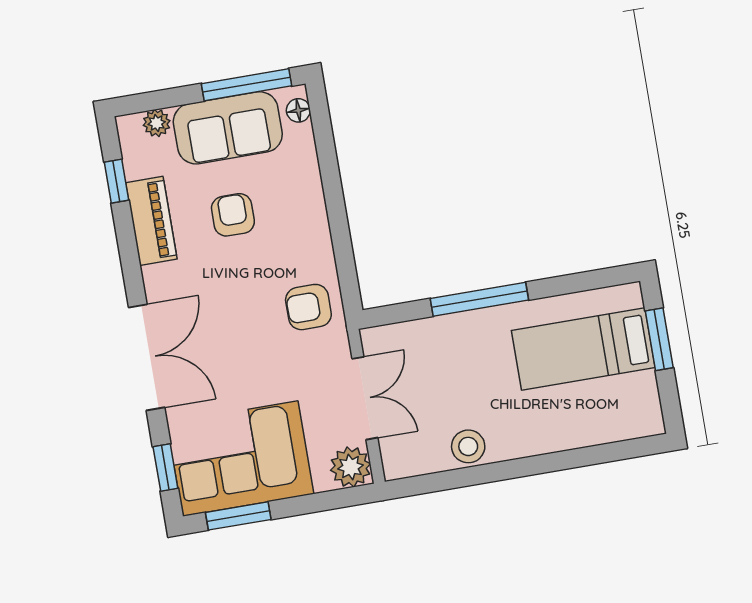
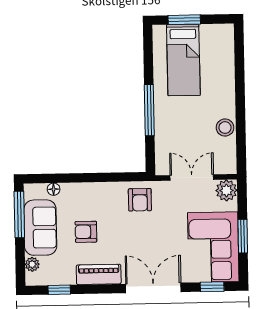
floor lamp: (298, 110) -> (54, 189), moved
piano: (151, 221) -> (99, 274), moved
window: (238, 516) -> (243, 236), moved

